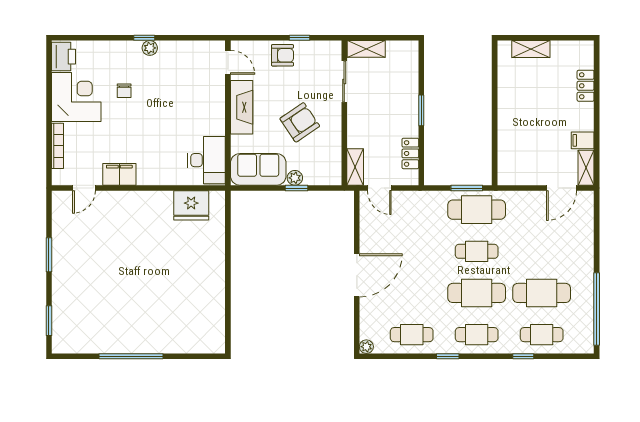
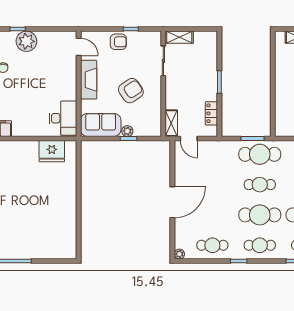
plant: (150, 48) -> (26, 41), width x1.88, depth x1.88

